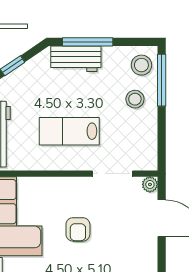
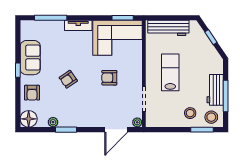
window: (88, 42) -> (226, 96), moved
workbench: (76, 59) -> (215, 90), moved
window: (162, 80) -> (202, 130), width x0.69

